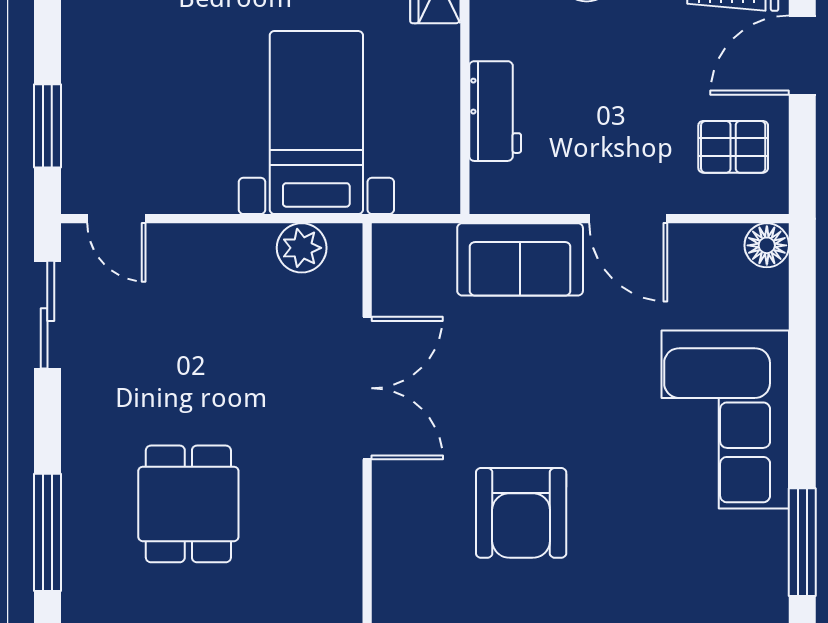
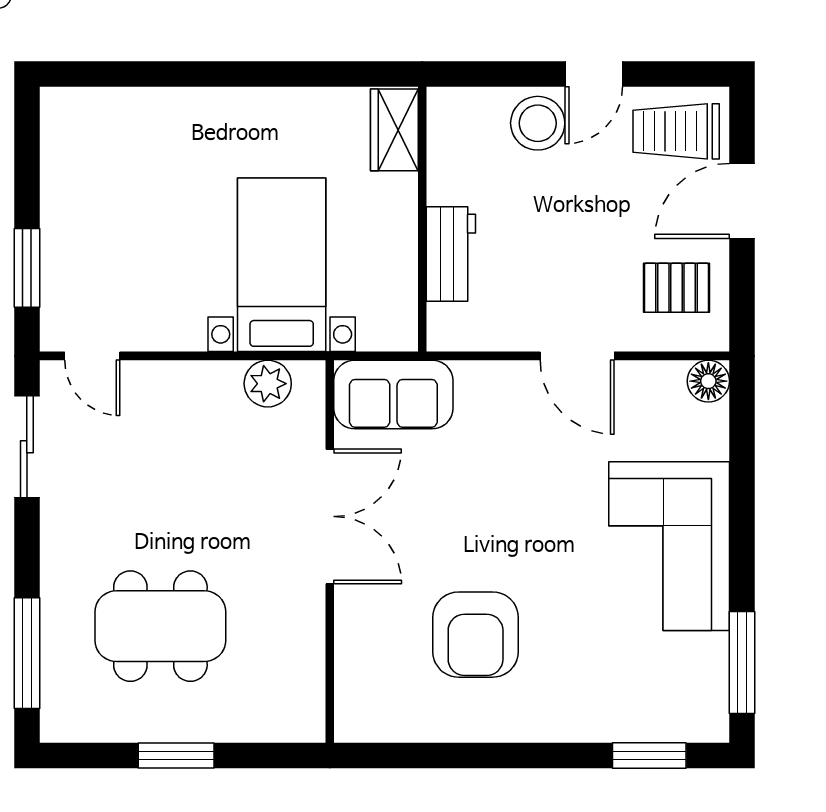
sofa: (520, 259) -> (393, 394), moved
dining table: (188, 504) -> (160, 626), width x1.38

